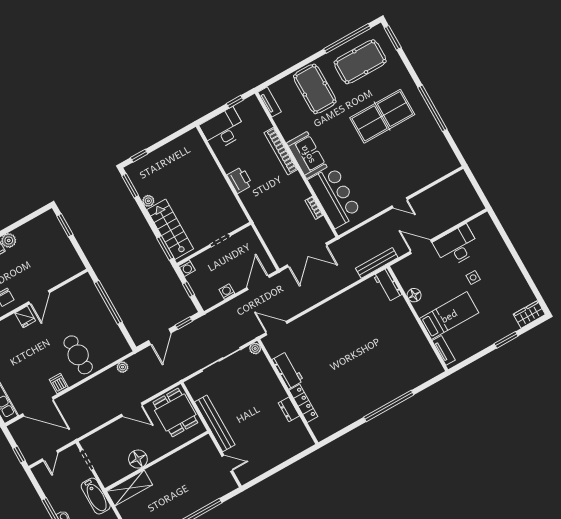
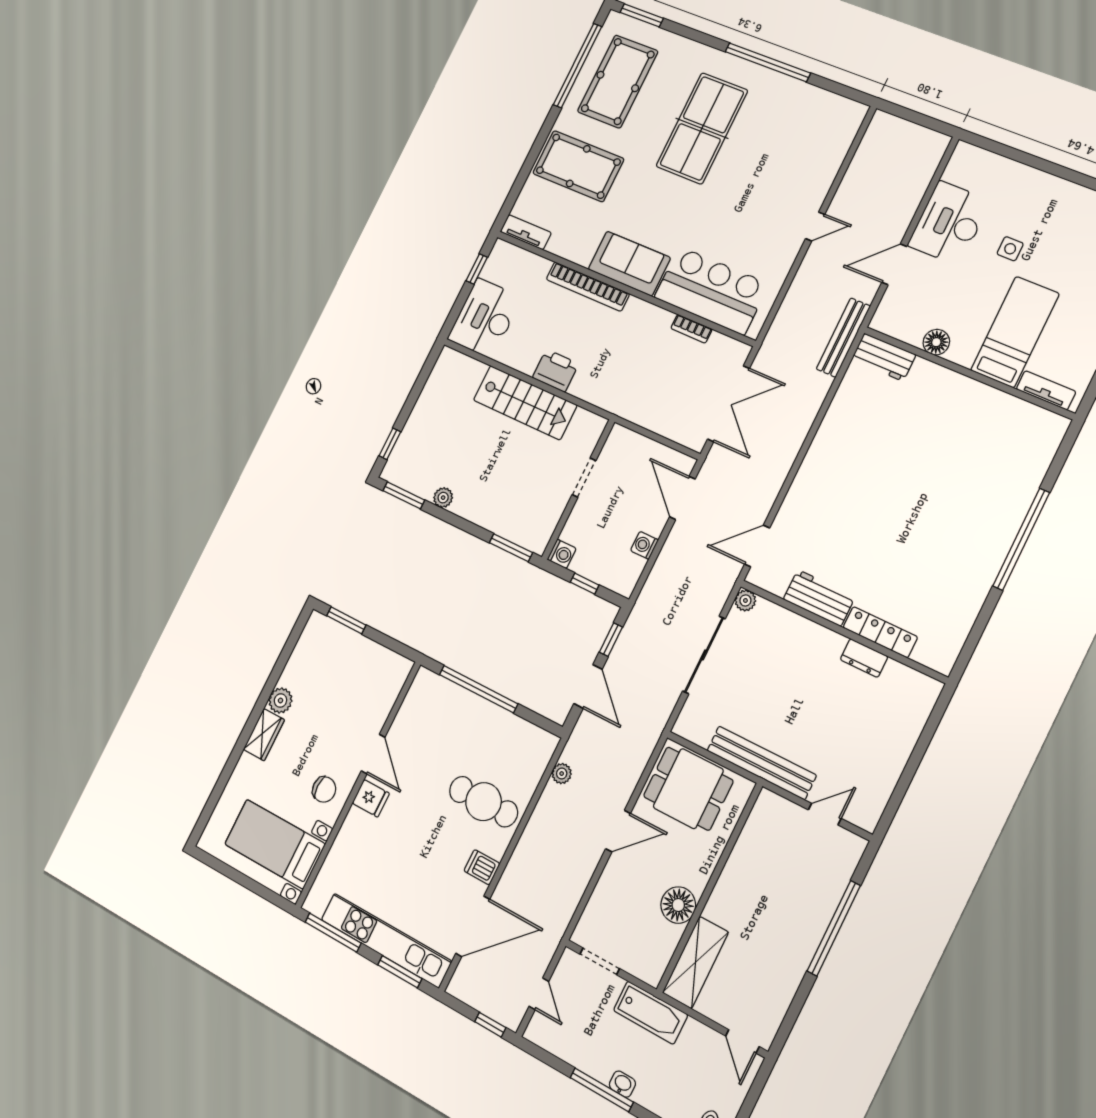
stairs: (170, 229) -> (525, 403), moved, turned 180

